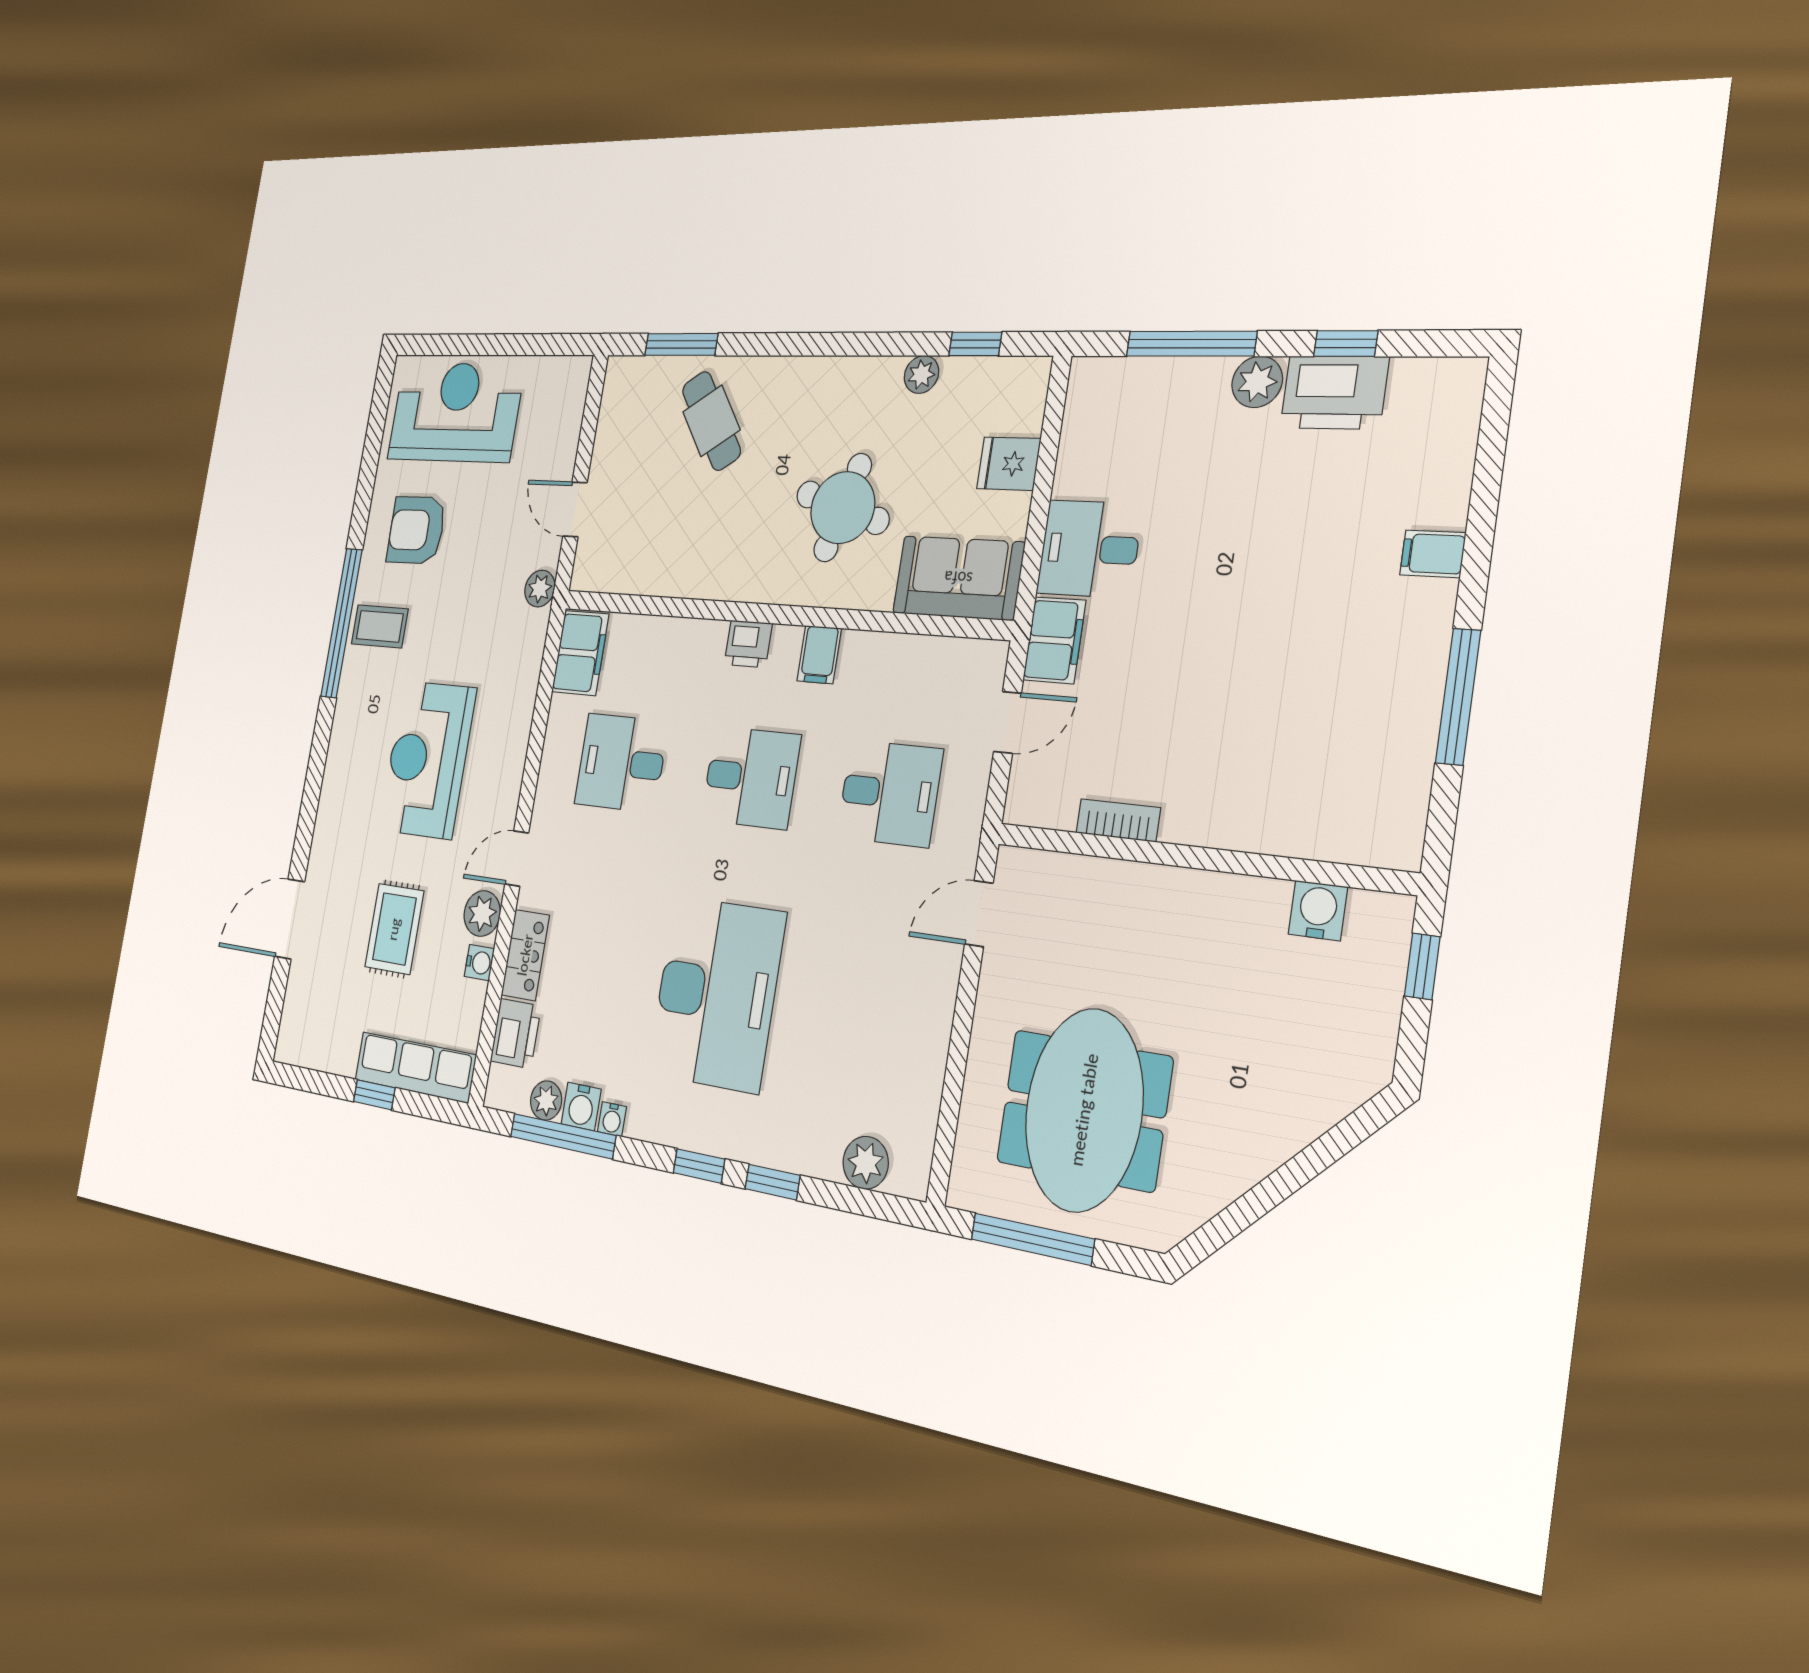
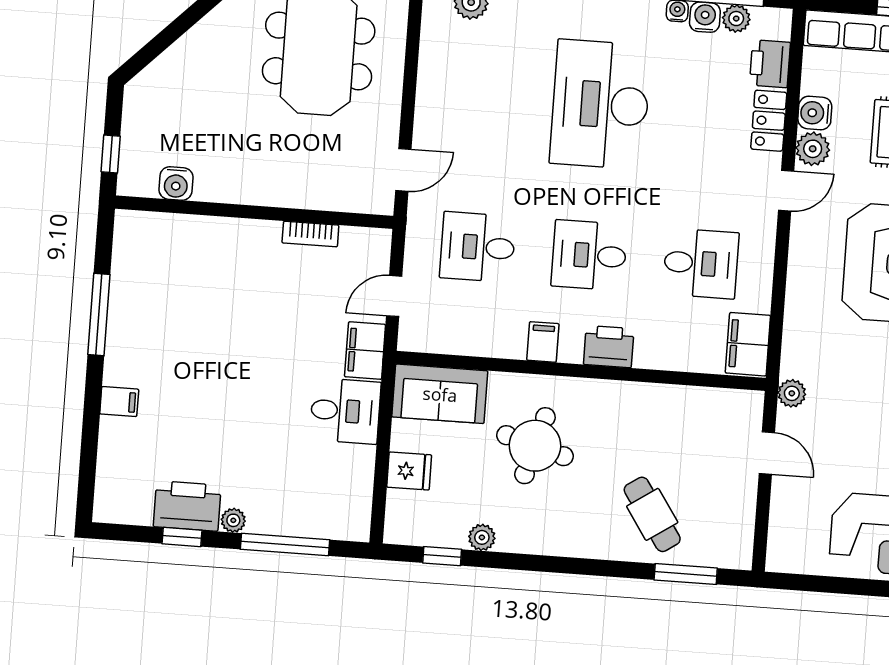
plant: (1257, 382) -> (233, 520), width x0.73, depth x0.73
printer: (748, 644) -> (609, 347), width x1.36, depth x1.24
water cooler: (479, 963) -> (815, 113), width x1.38, depth x1.38

